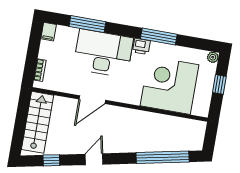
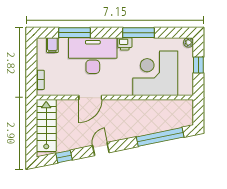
filing cabinet: (49, 32) -> (52, 45), moved

